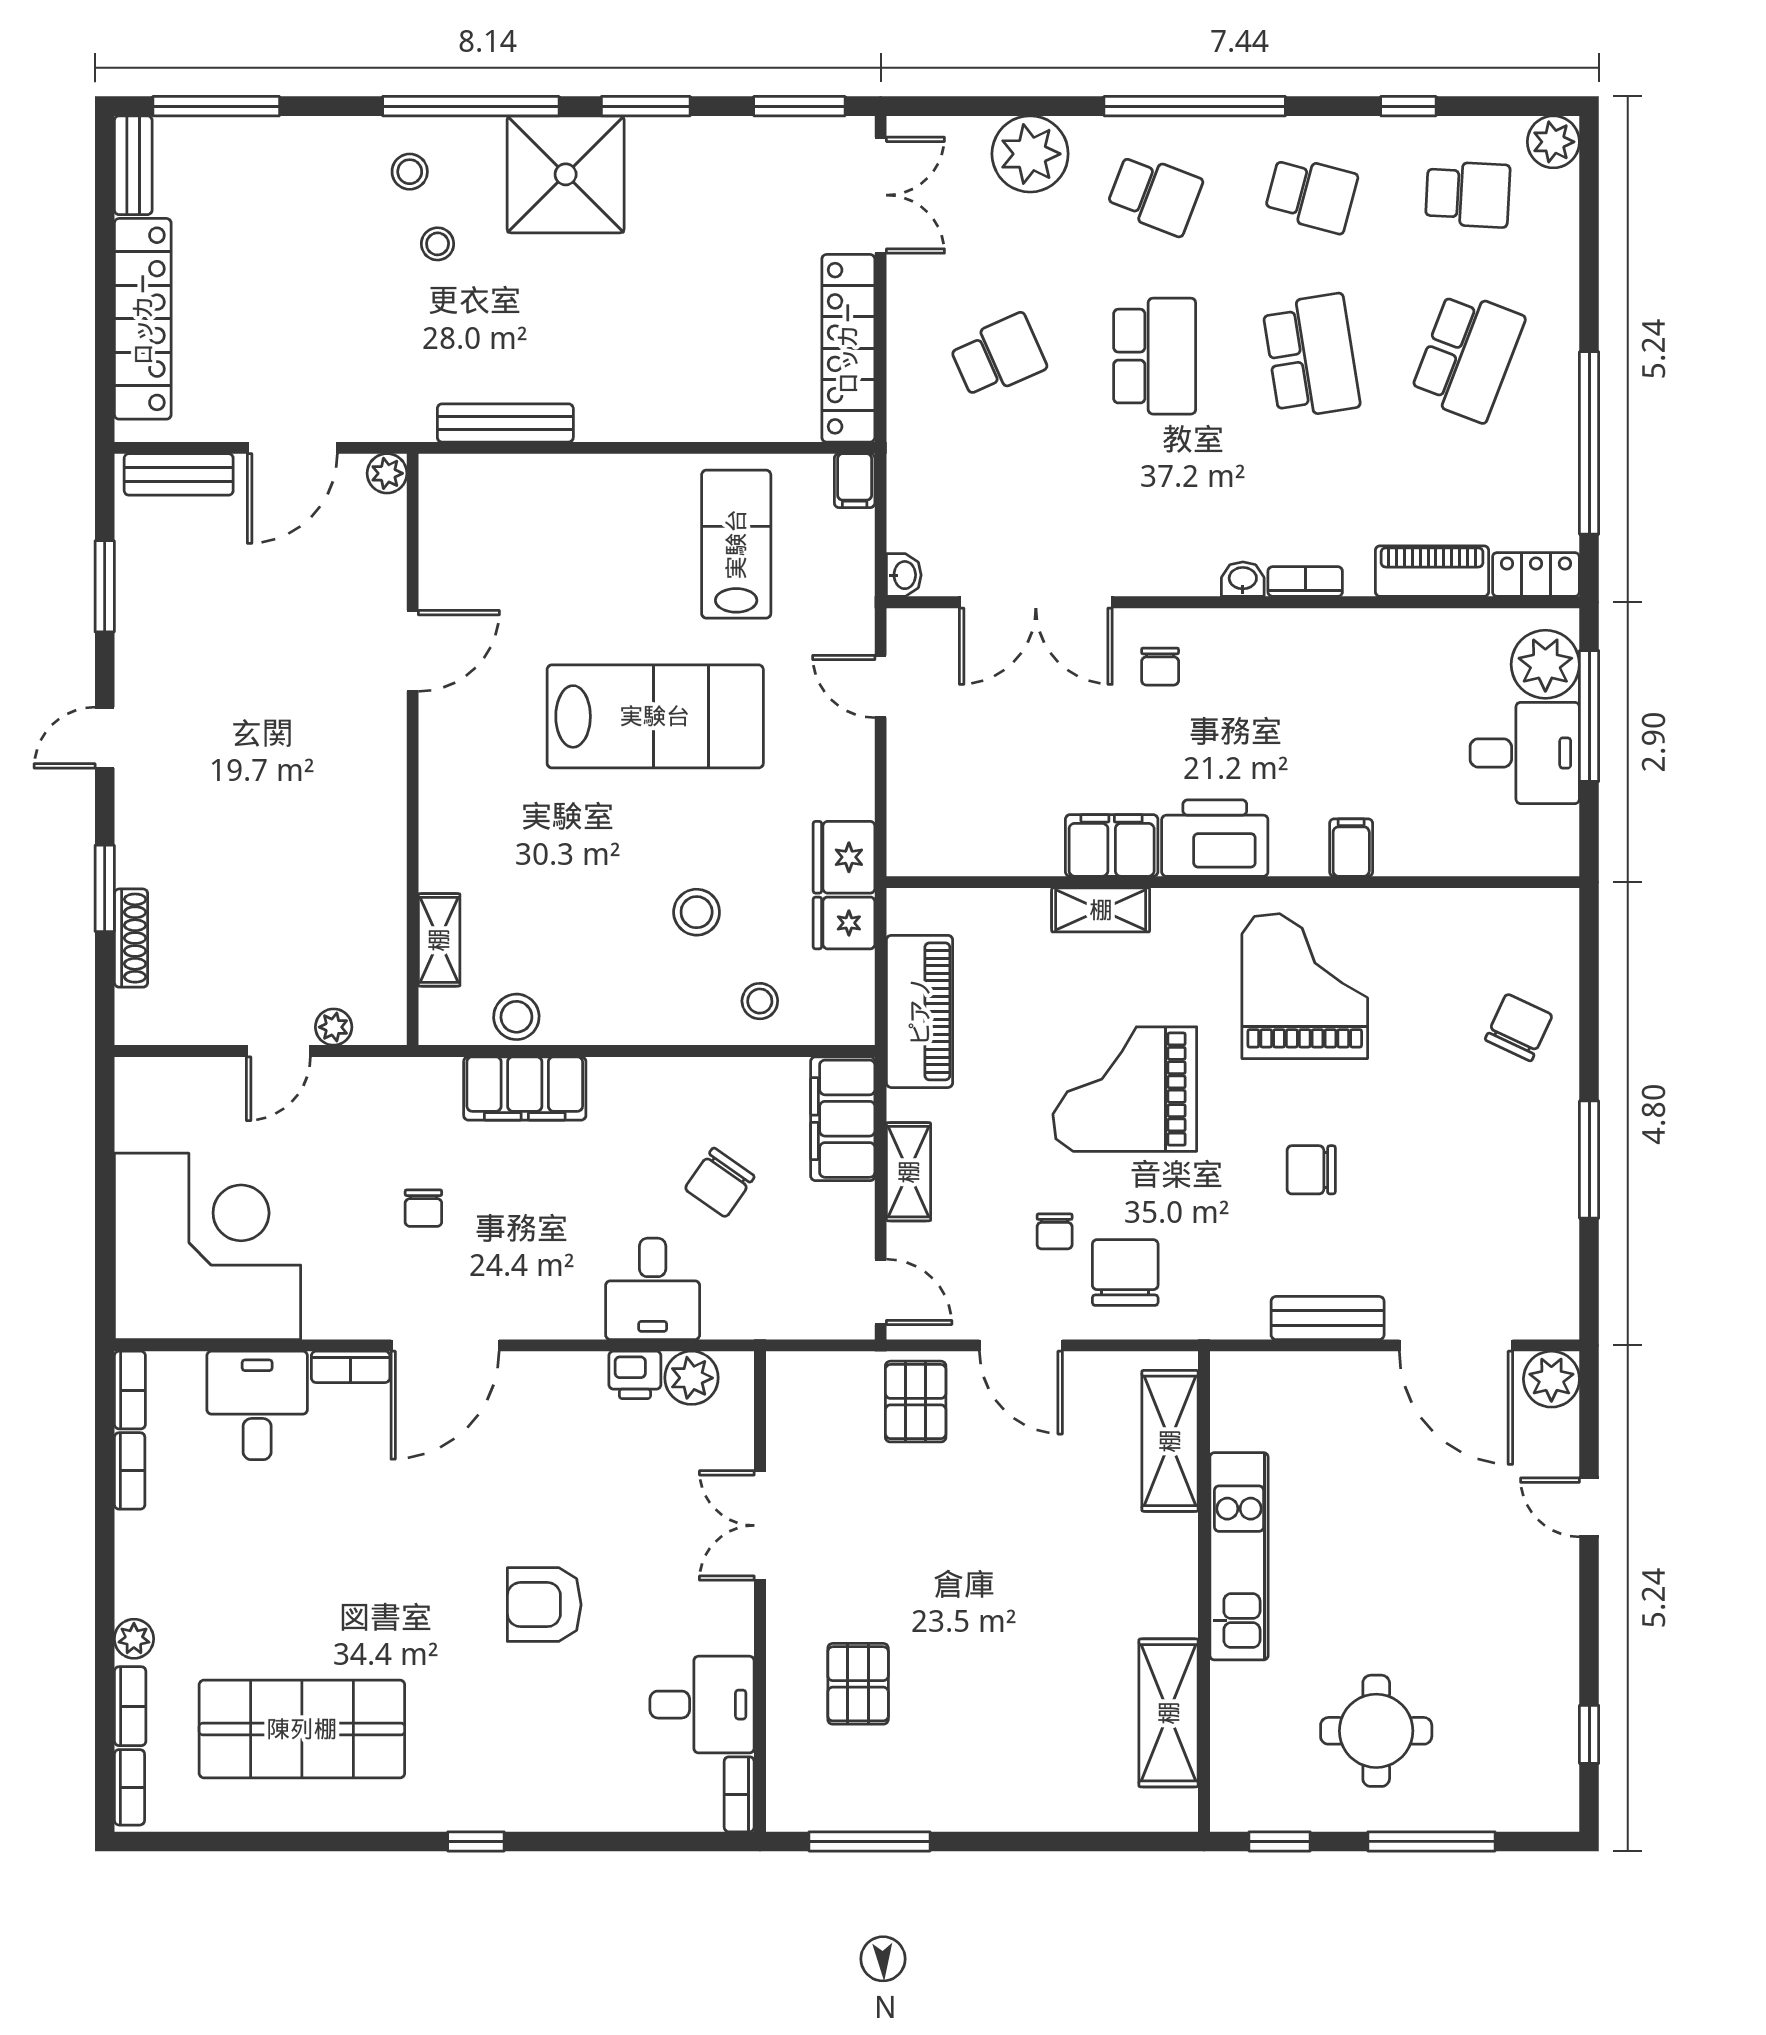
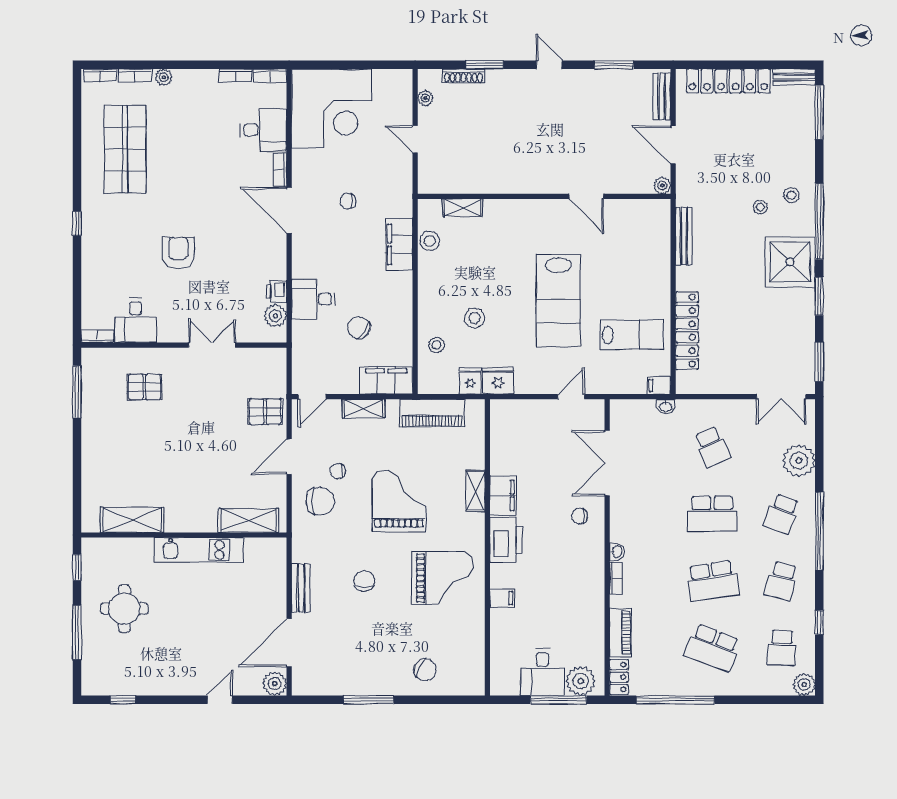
locker: (848, 348) -> (687, 331), moved, turned 90
washbasin: (904, 575) -> (666, 407), moved
plant: (334, 1027) -> (425, 98), moved

